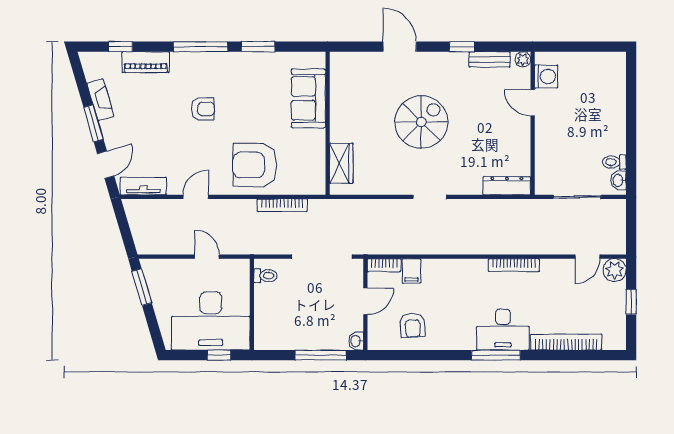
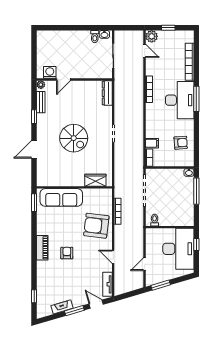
window: (201, 47) -> (34, 254), removed
window: (258, 47) -> (34, 203), moved
piano: (146, 62) -> (42, 248), moved
sofa: (308, 98) -> (61, 197), width x1.36
spiral stairs: (421, 122) -> (74, 138), turned 180
armchair: (255, 165) -> (96, 226), turned 97
door: (207, 257) -> (145, 264), moved
door: (365, 301) -> (168, 167), removed
desk: (503, 330) -> (180, 100), width x1.36, depth x1.30

